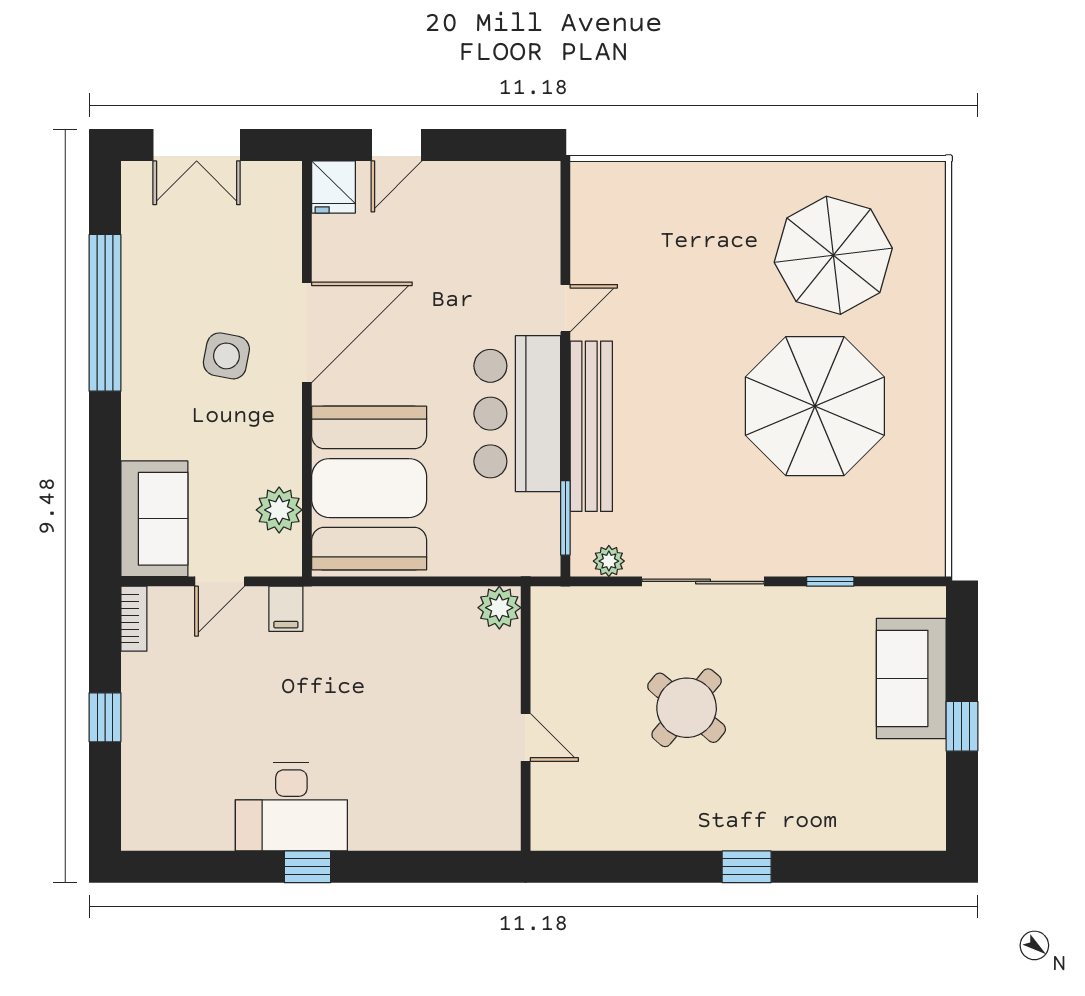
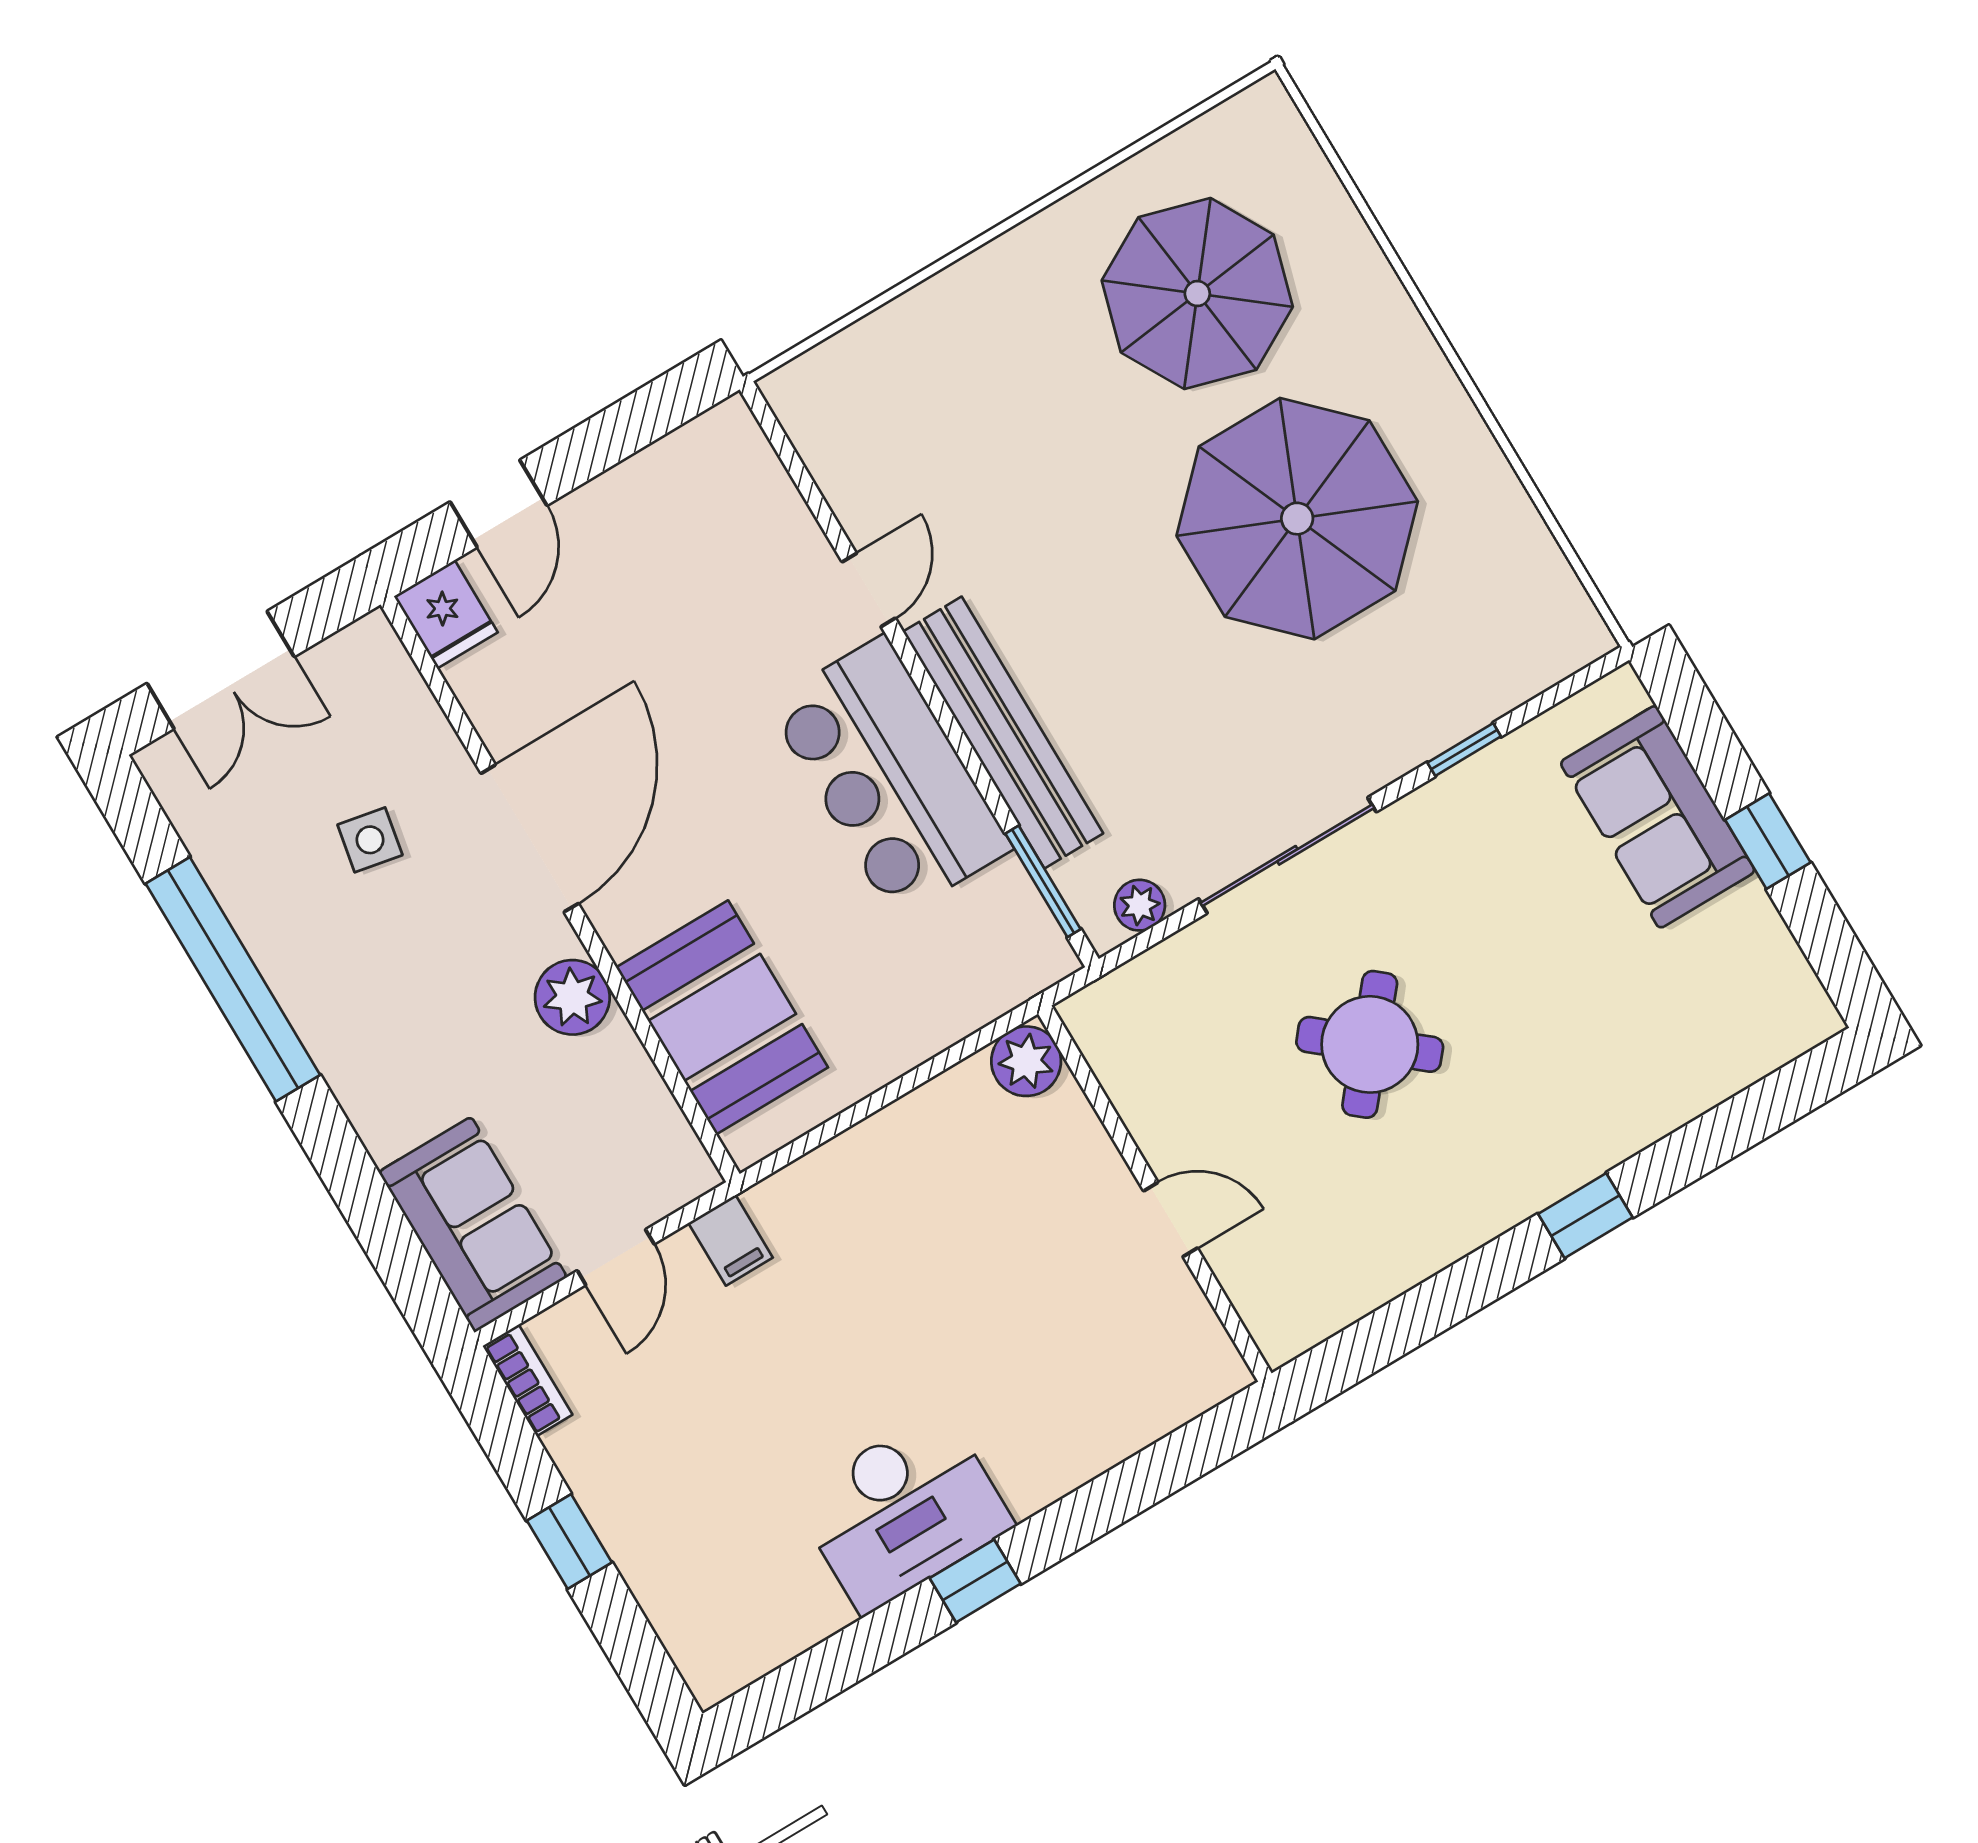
side table: (226, 356) -> (370, 840), moved, width x0.73, depth x0.73
booth: (369, 488) -> (722, 1017), width x0.73, depth x0.70
plant: (279, 510) -> (572, 997), moved

